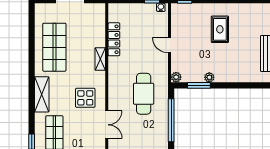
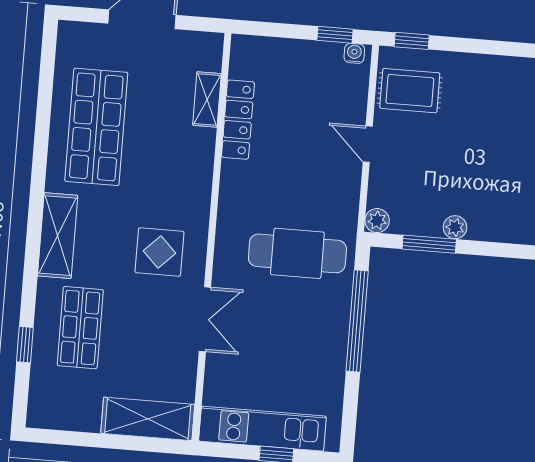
rug: (220, 29) -> (410, 91), moved, turned 90
shelving: (100, 59) -> (207, 99), moved
cafe table: (144, 94) -> (297, 253), turned 90

